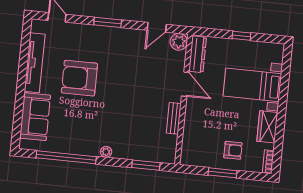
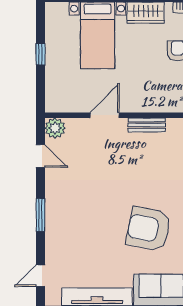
dresser: (198, 54) -> (68, 104), removed
armchair: (79, 78) -> (149, 229), moved, turned 101

